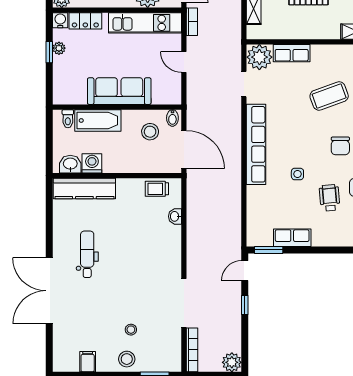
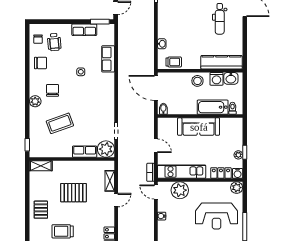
stool: (150, 132) -> (197, 81), moved
row of seats: (256, 144) -> (108, 59), moved, width x0.50
wheelchair: (330, 198) -> (54, 42), moved

